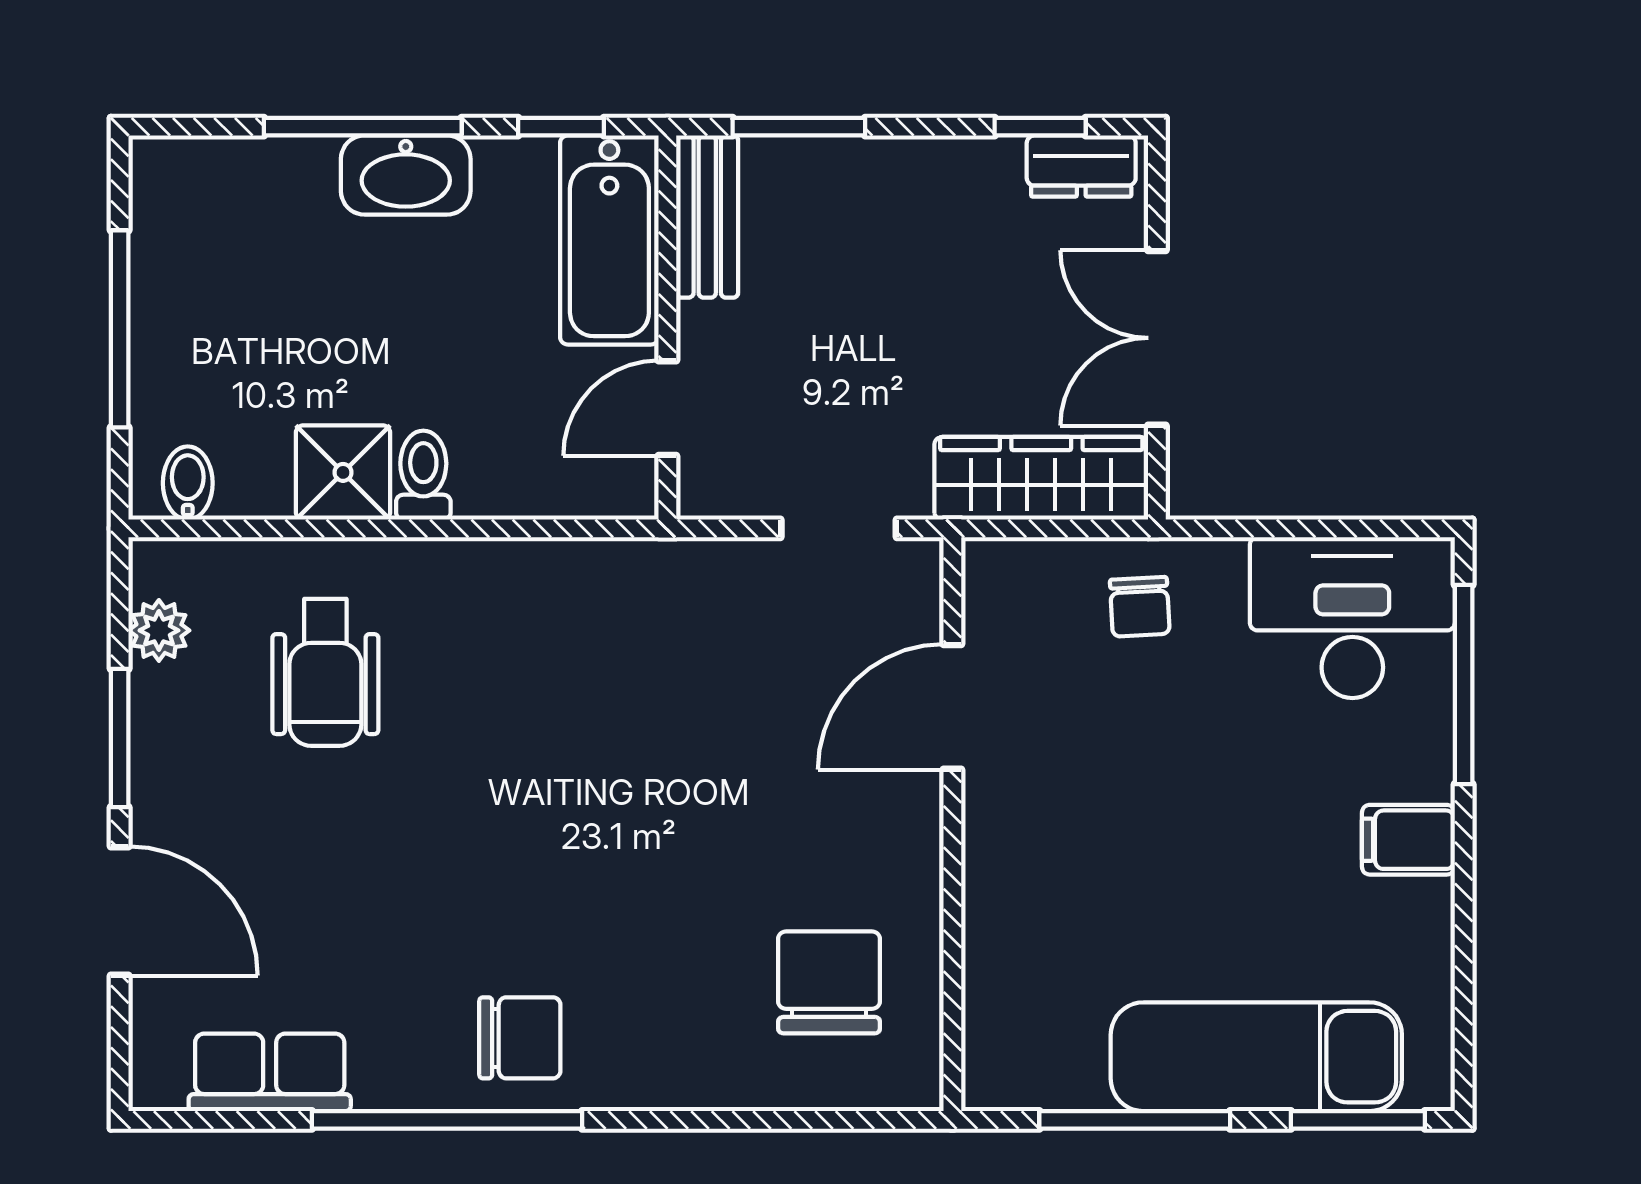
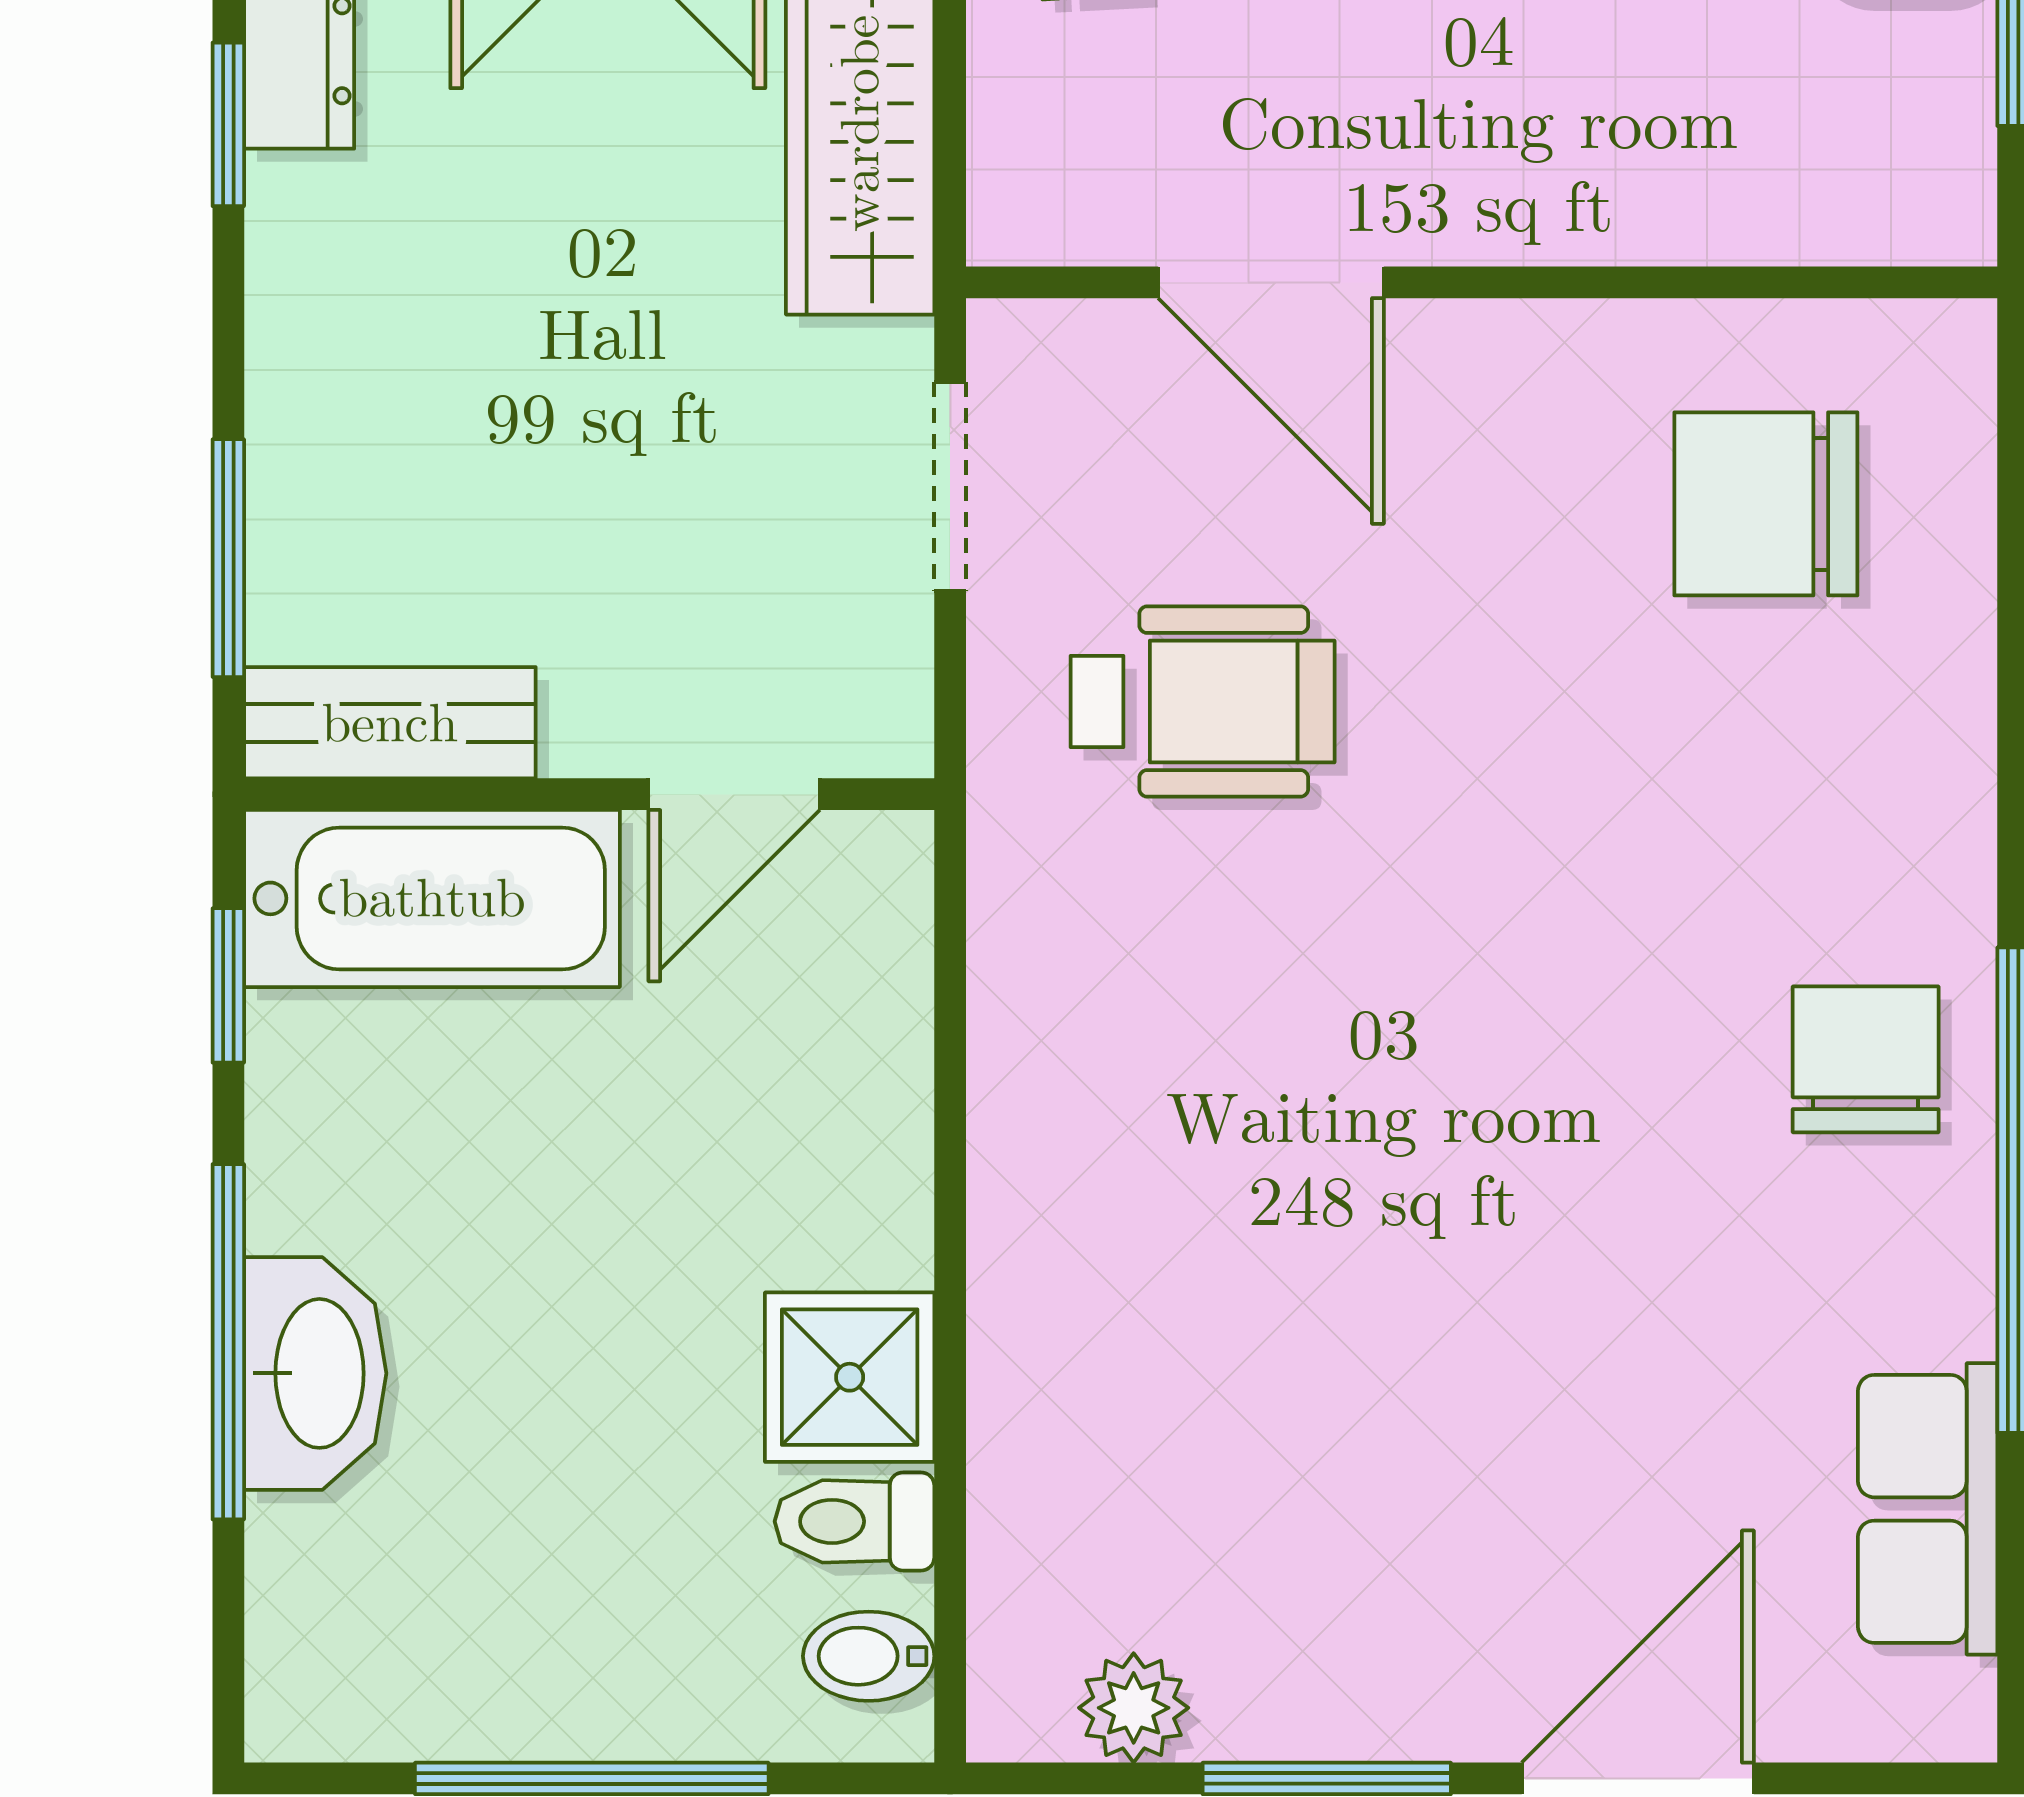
washbasin: (406, 175) -> (315, 1373), moved
door: (667, 408) -> (734, 794), hinge flipped
toilet: (423, 475) -> (854, 1521), moved
wheelchair: (325, 672) -> (1203, 702), moved

